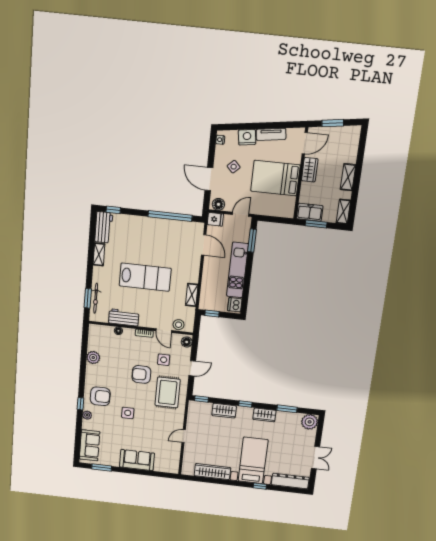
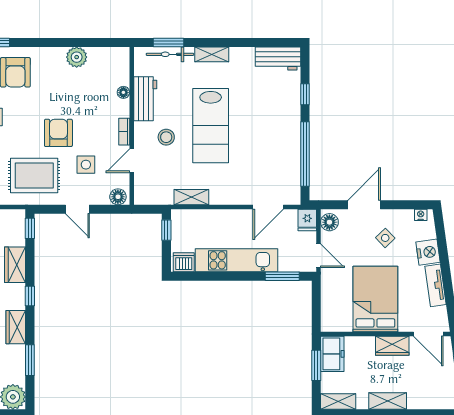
window: (113, 210) -> (305, 94), moved
shelving: (99, 254) -> (212, 54), moved
stool: (179, 325) -> (166, 137), moved

